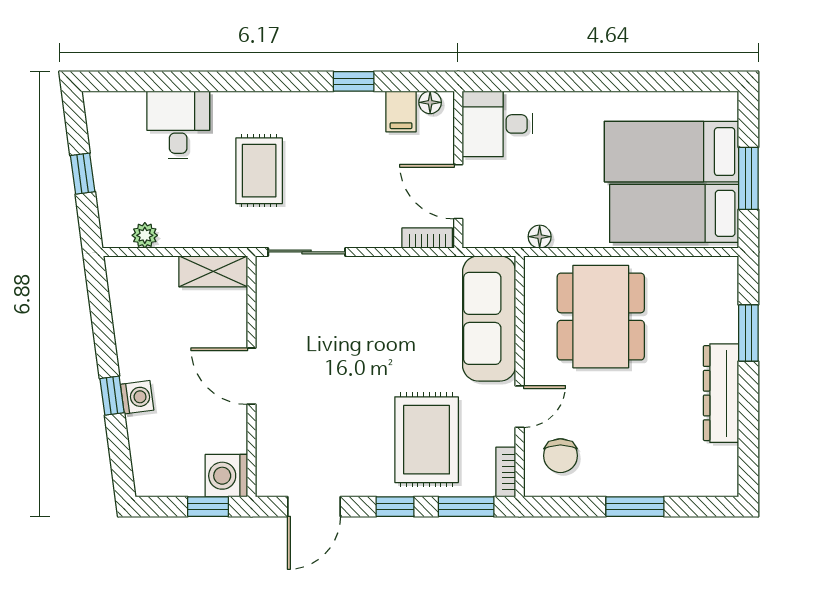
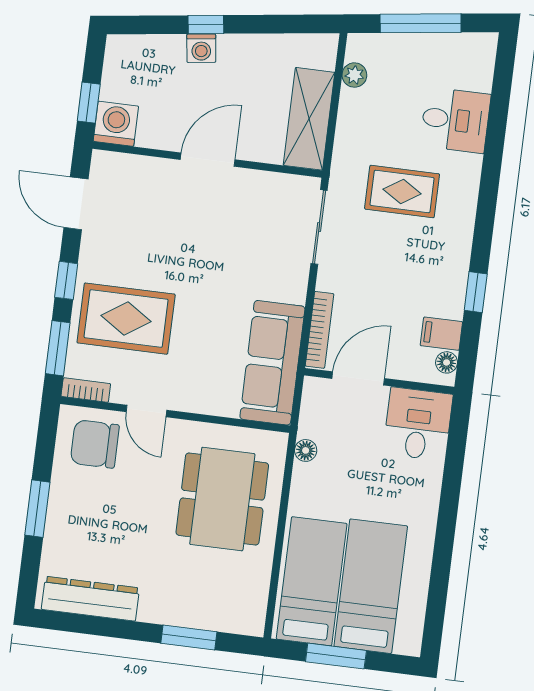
window: (83, 174) -> (421, 23), width x2.17
bookcase: (427, 238) -> (320, 330), width x1.56
shelving: (213, 271) -> (309, 119), width x1.50, depth x1.33
dining table: (601, 317) -> (222, 499), turned 90
sofa: (489, 318) -> (272, 363), moved, turned -90
dresser: (721, 393) -> (90, 599), moved
chair: (560, 456) -> (95, 444), width x1.37, depth x1.37

